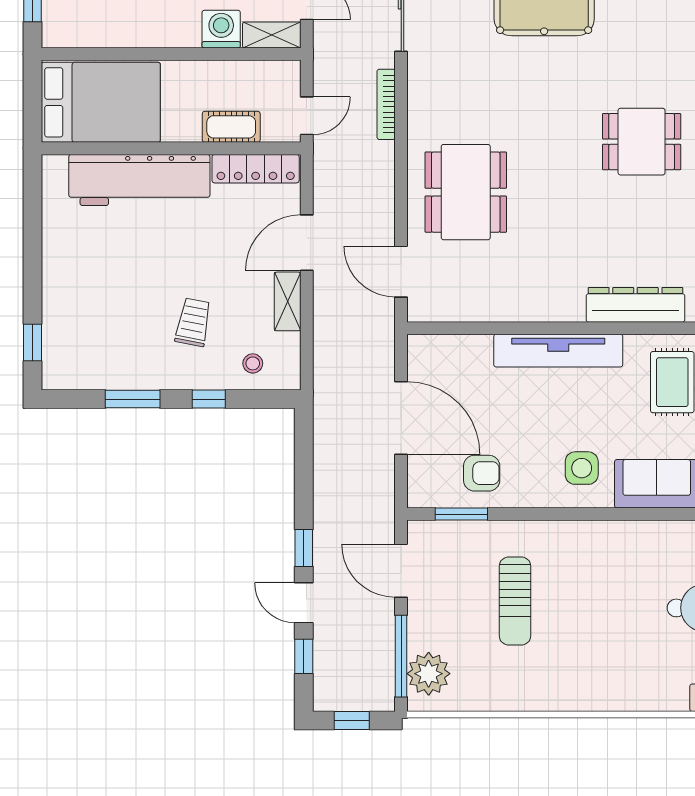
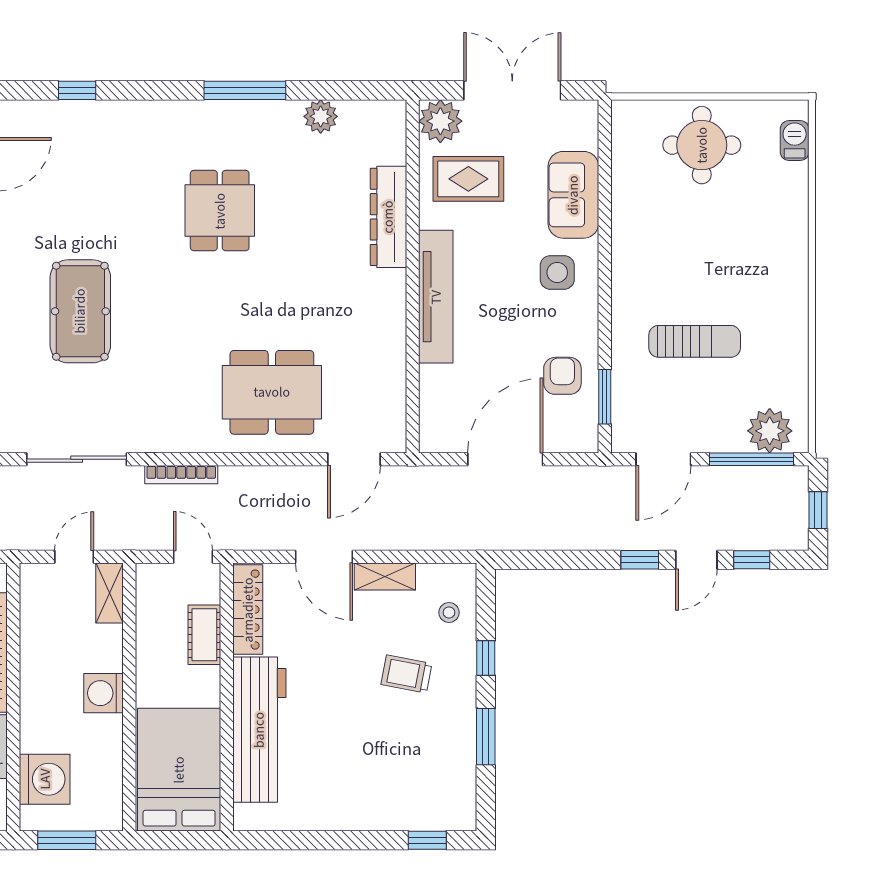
washing machine: (221, 29) -> (103, 693), moved

